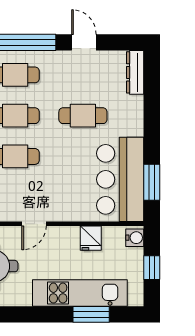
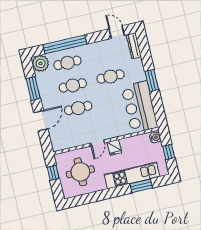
door: (84, 42) -> (117, 32), moved
window: (152, 182) -> (152, 80), moved
fridge: (91, 238) -> (114, 147), moved

